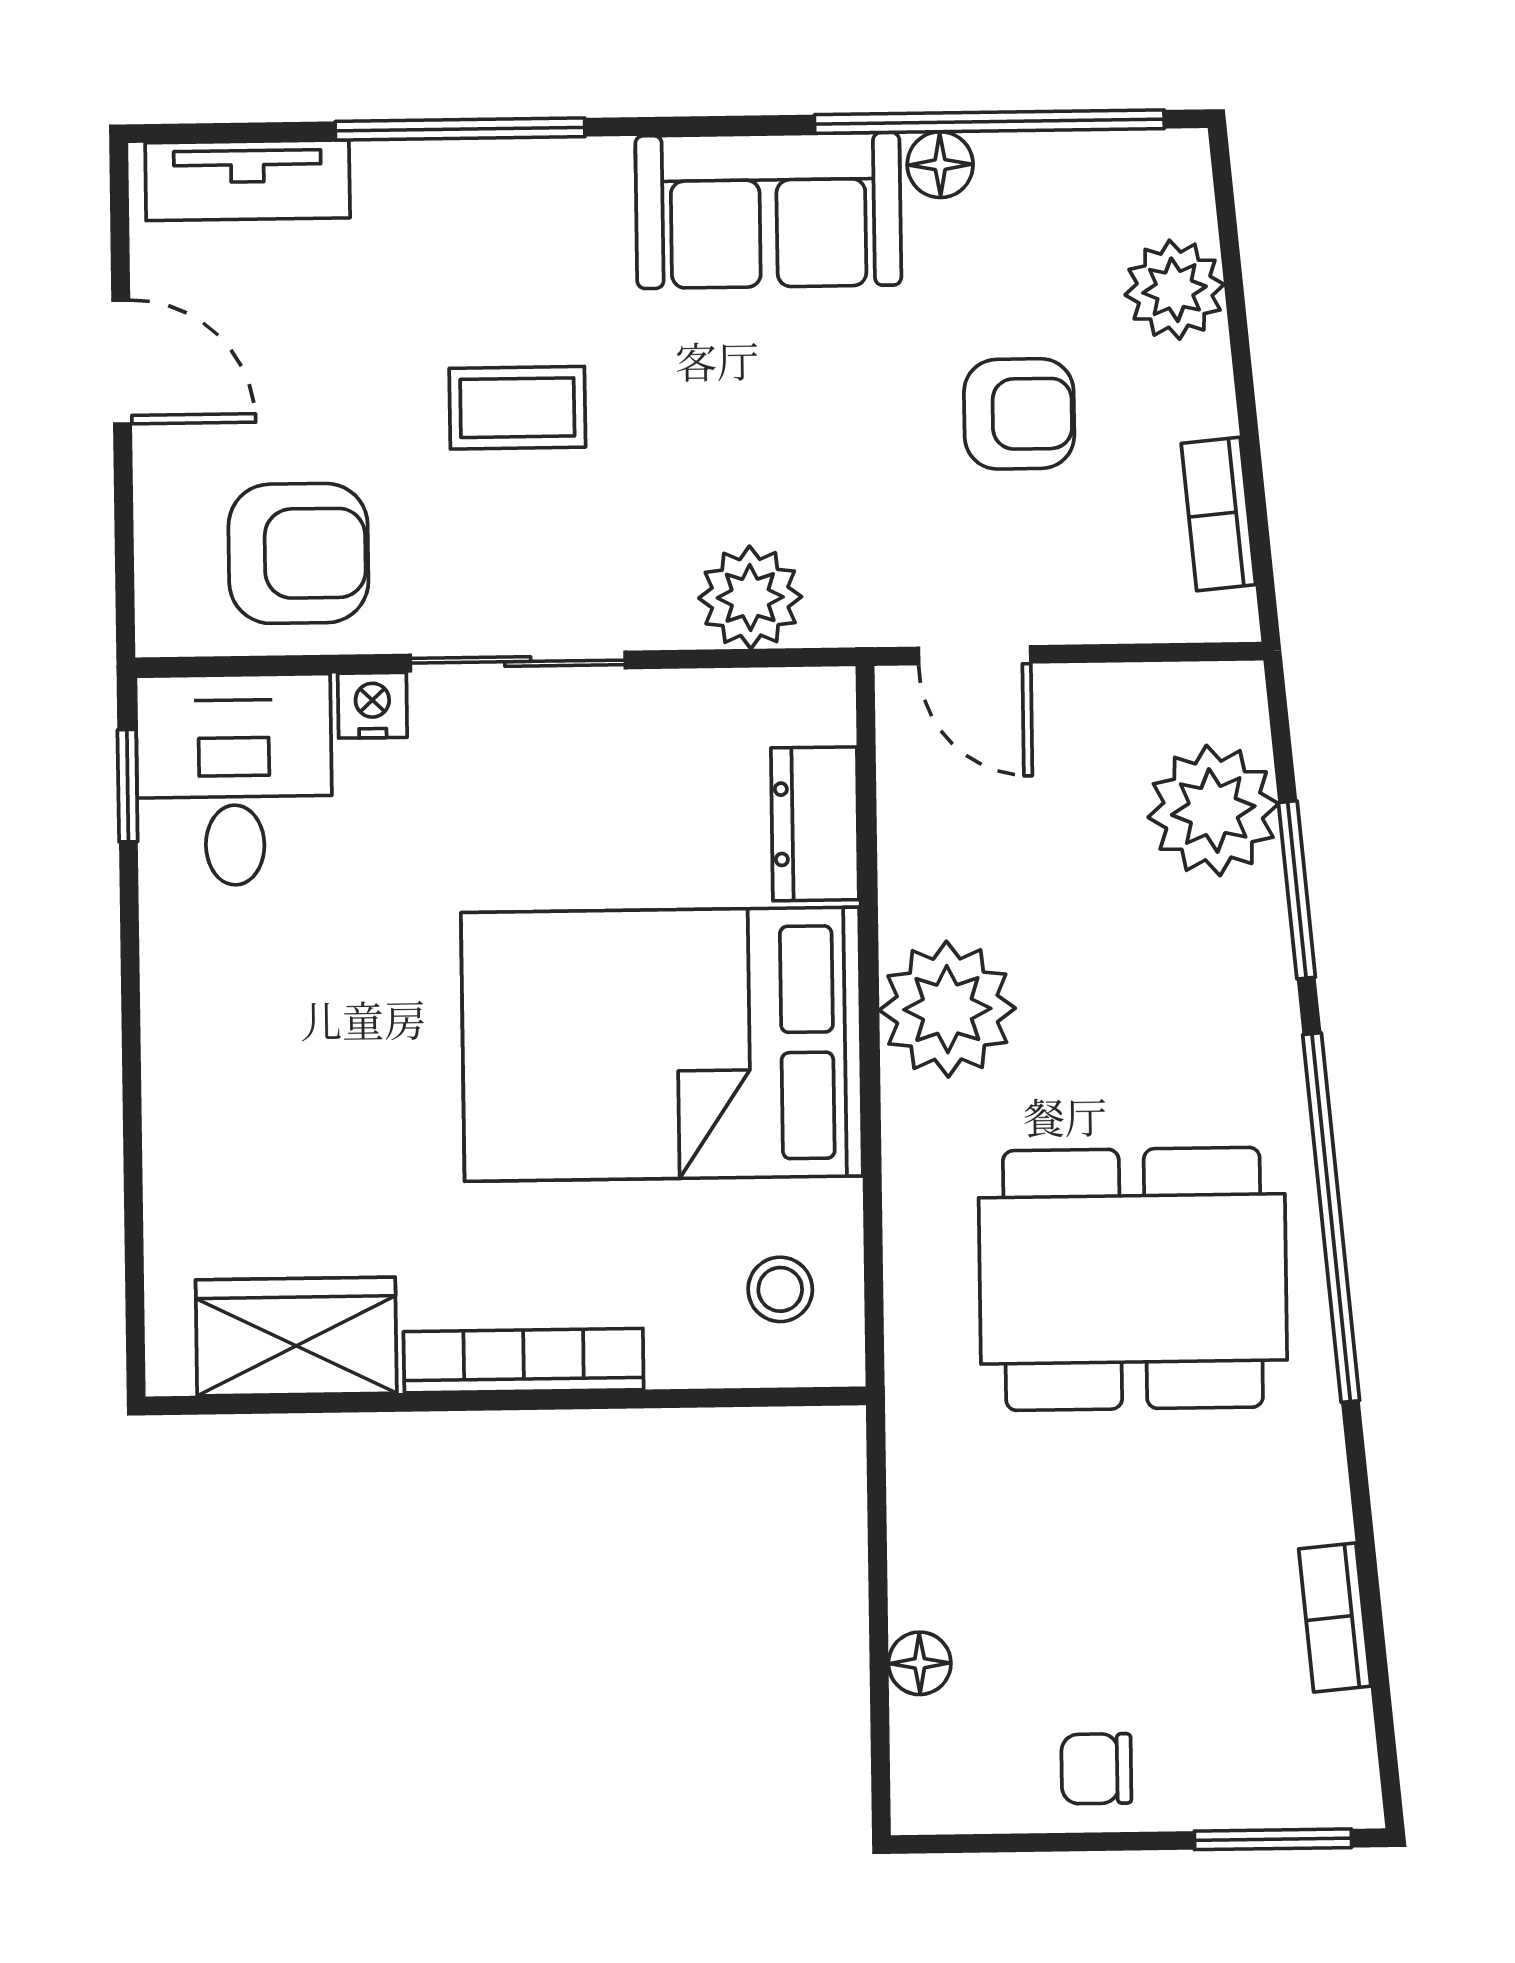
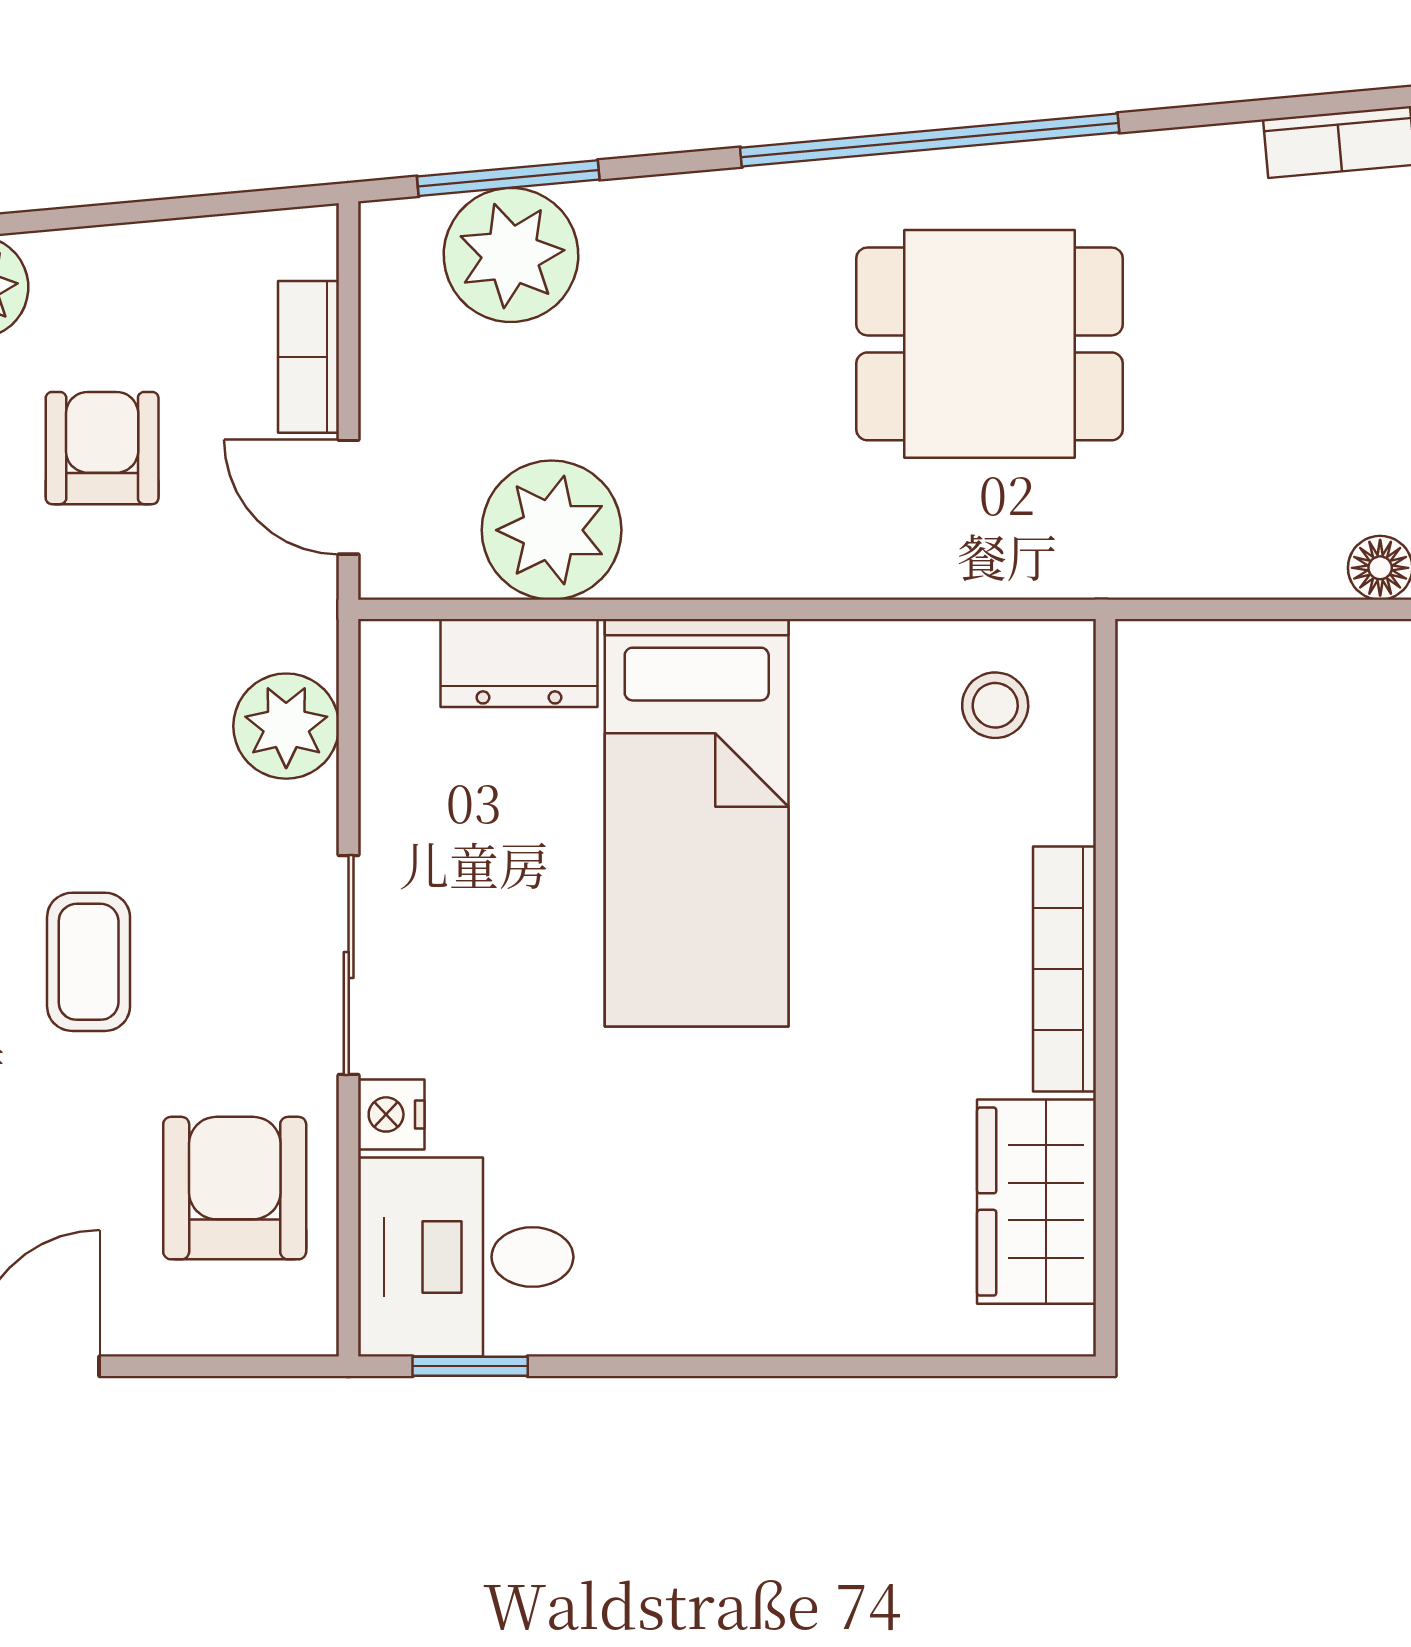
bookcase: (1218, 514) -> (309, 357), moved, turned 95
door: (975, 655) -> (349, 497), swing flipped
window: (1297, 890) -> (508, 178), moved
plant: (947, 1009) -> (552, 530), moved
bed: (662, 1044) -> (697, 823), width x0.67
dining table: (1133, 1279) -> (989, 344), width x0.73

